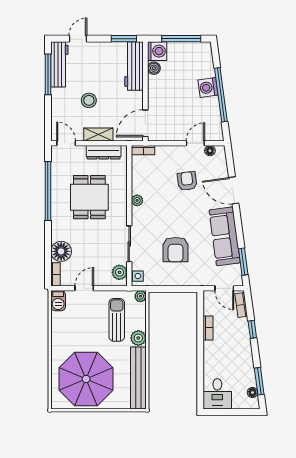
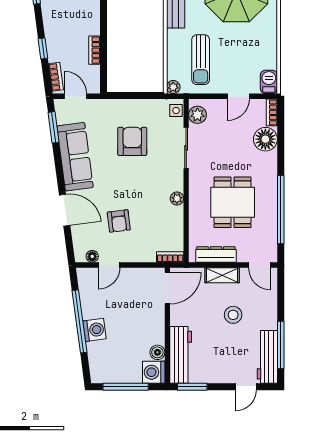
plant: (138, 338) -> (176, 38), removed

